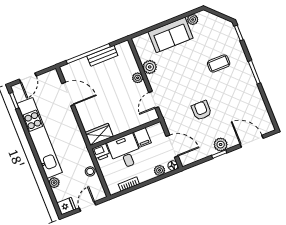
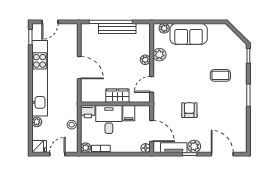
plant: (193, 19) -> (164, 28), moved
bench: (102, 56) -> (117, 28), width x1.36
door: (68, 94) -> (79, 68), moved
wardrobe: (99, 134) -> (117, 96), moved
tv unit: (201, 154) -> (174, 148), added
plant: (160, 170) -> (86, 148), moved

